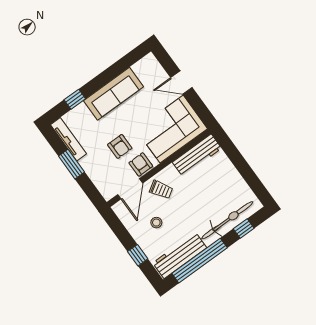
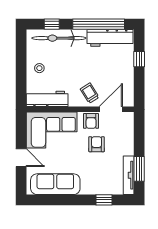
sofa: (113, 94) -> (55, 184), moved
window: (71, 164) -> (139, 169), moved
stool: (156, 223) -> (39, 68), moved

